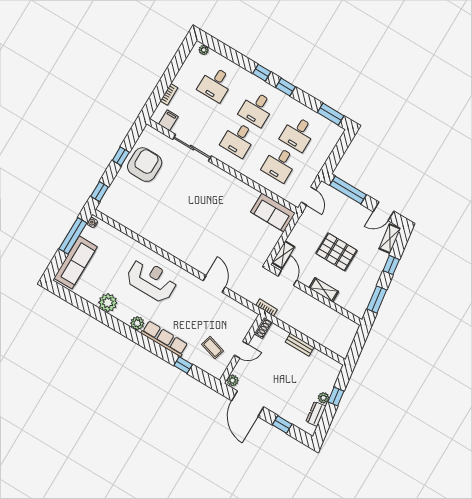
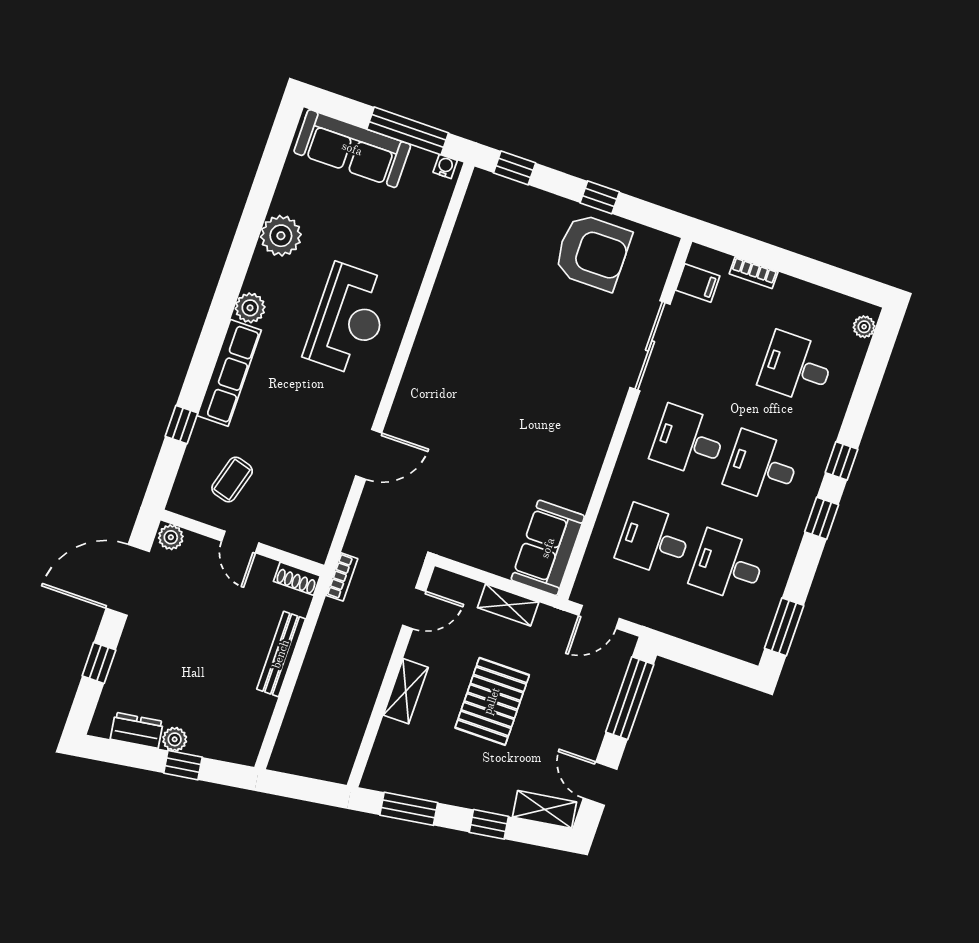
shelving: (283, 255) -> (508, 605), moved
bench: (300, 345) -> (281, 654), width x1.36

